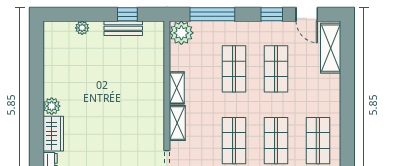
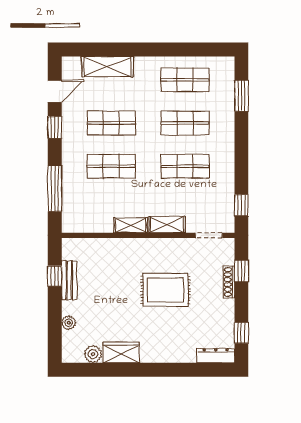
plant: (181, 33) -> (74, 220), removed
shelving: (331, 48) -> (108, 67), moved
plant: (52, 106) -> (93, 354), moved
rug: (114, 122) -> (165, 290), added
wardrobe: (53, 134) -> (121, 352), moved

